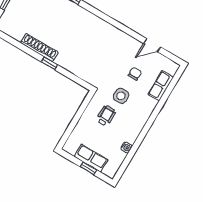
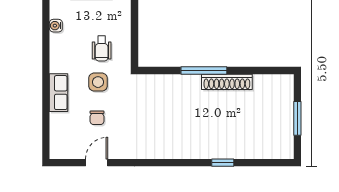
window: (50, 63) -> (204, 71), width x2.17
row of seats: (161, 86) -> (59, 93), moved

